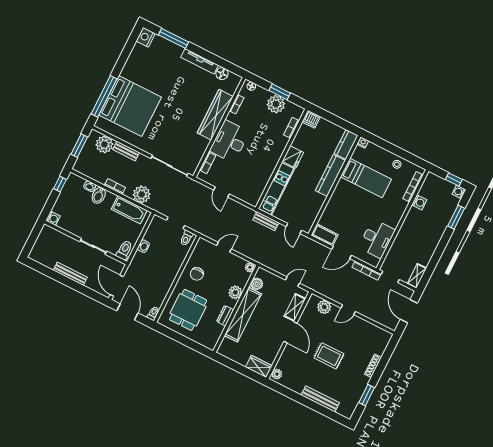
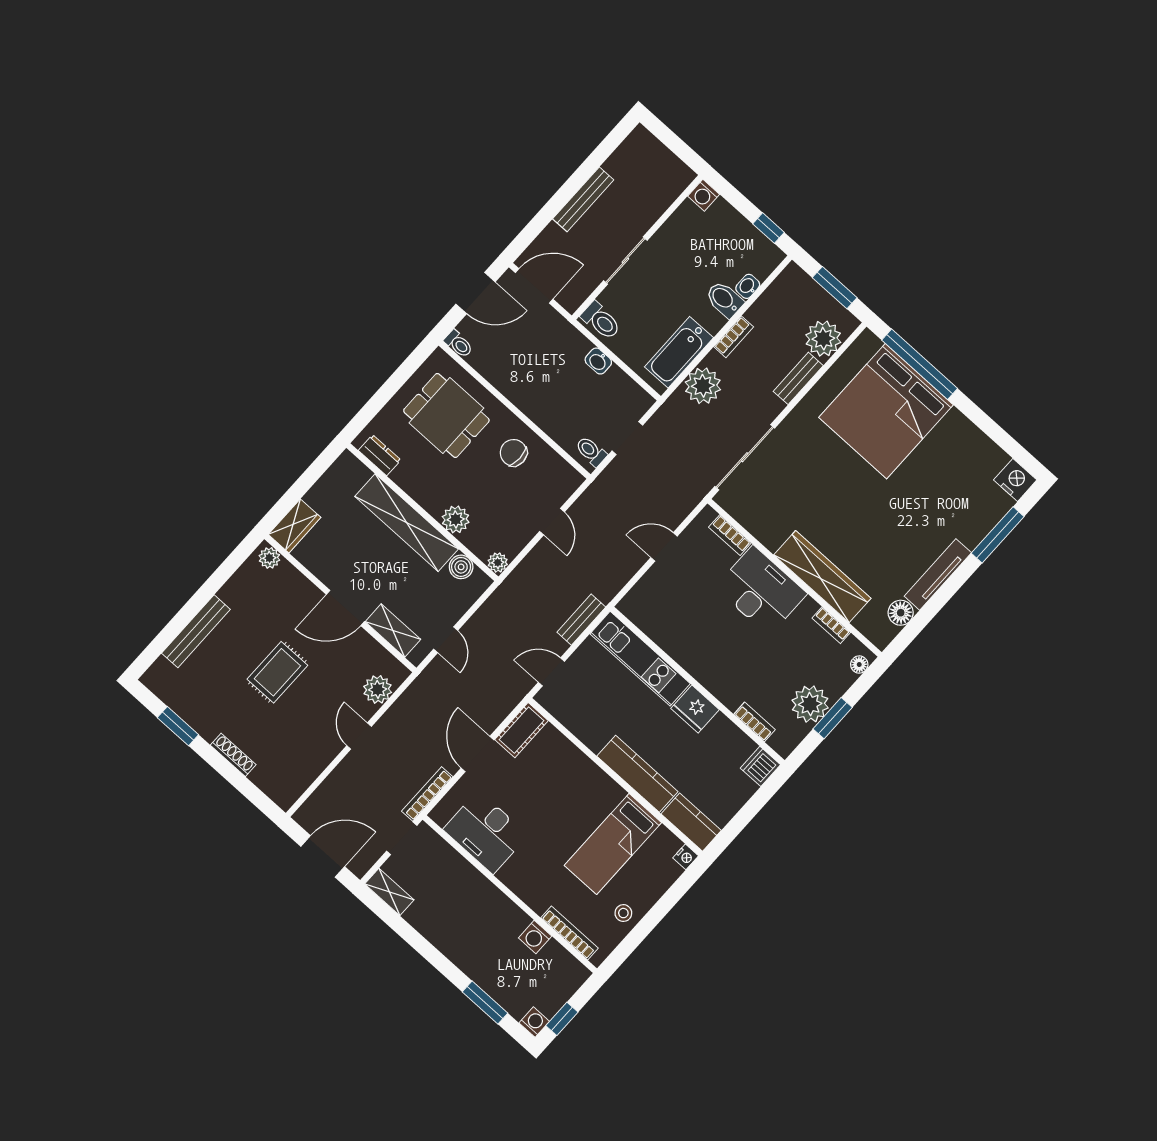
dresser: (225, 316) -> (380, 455), moved

